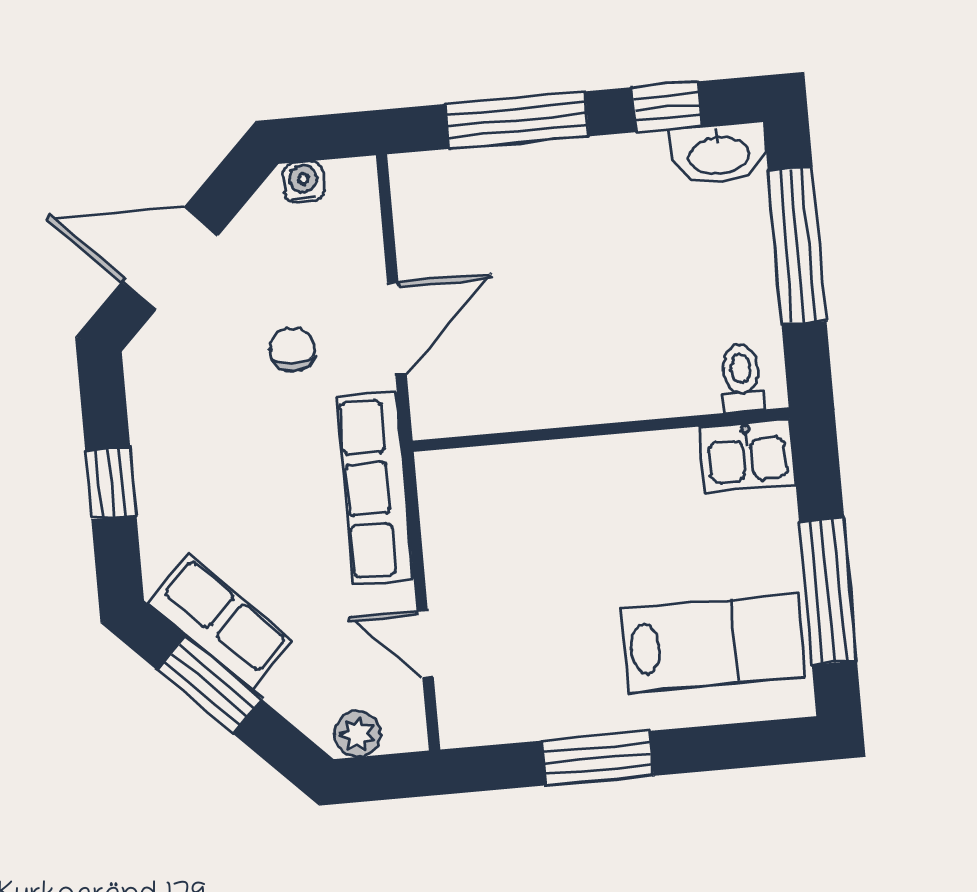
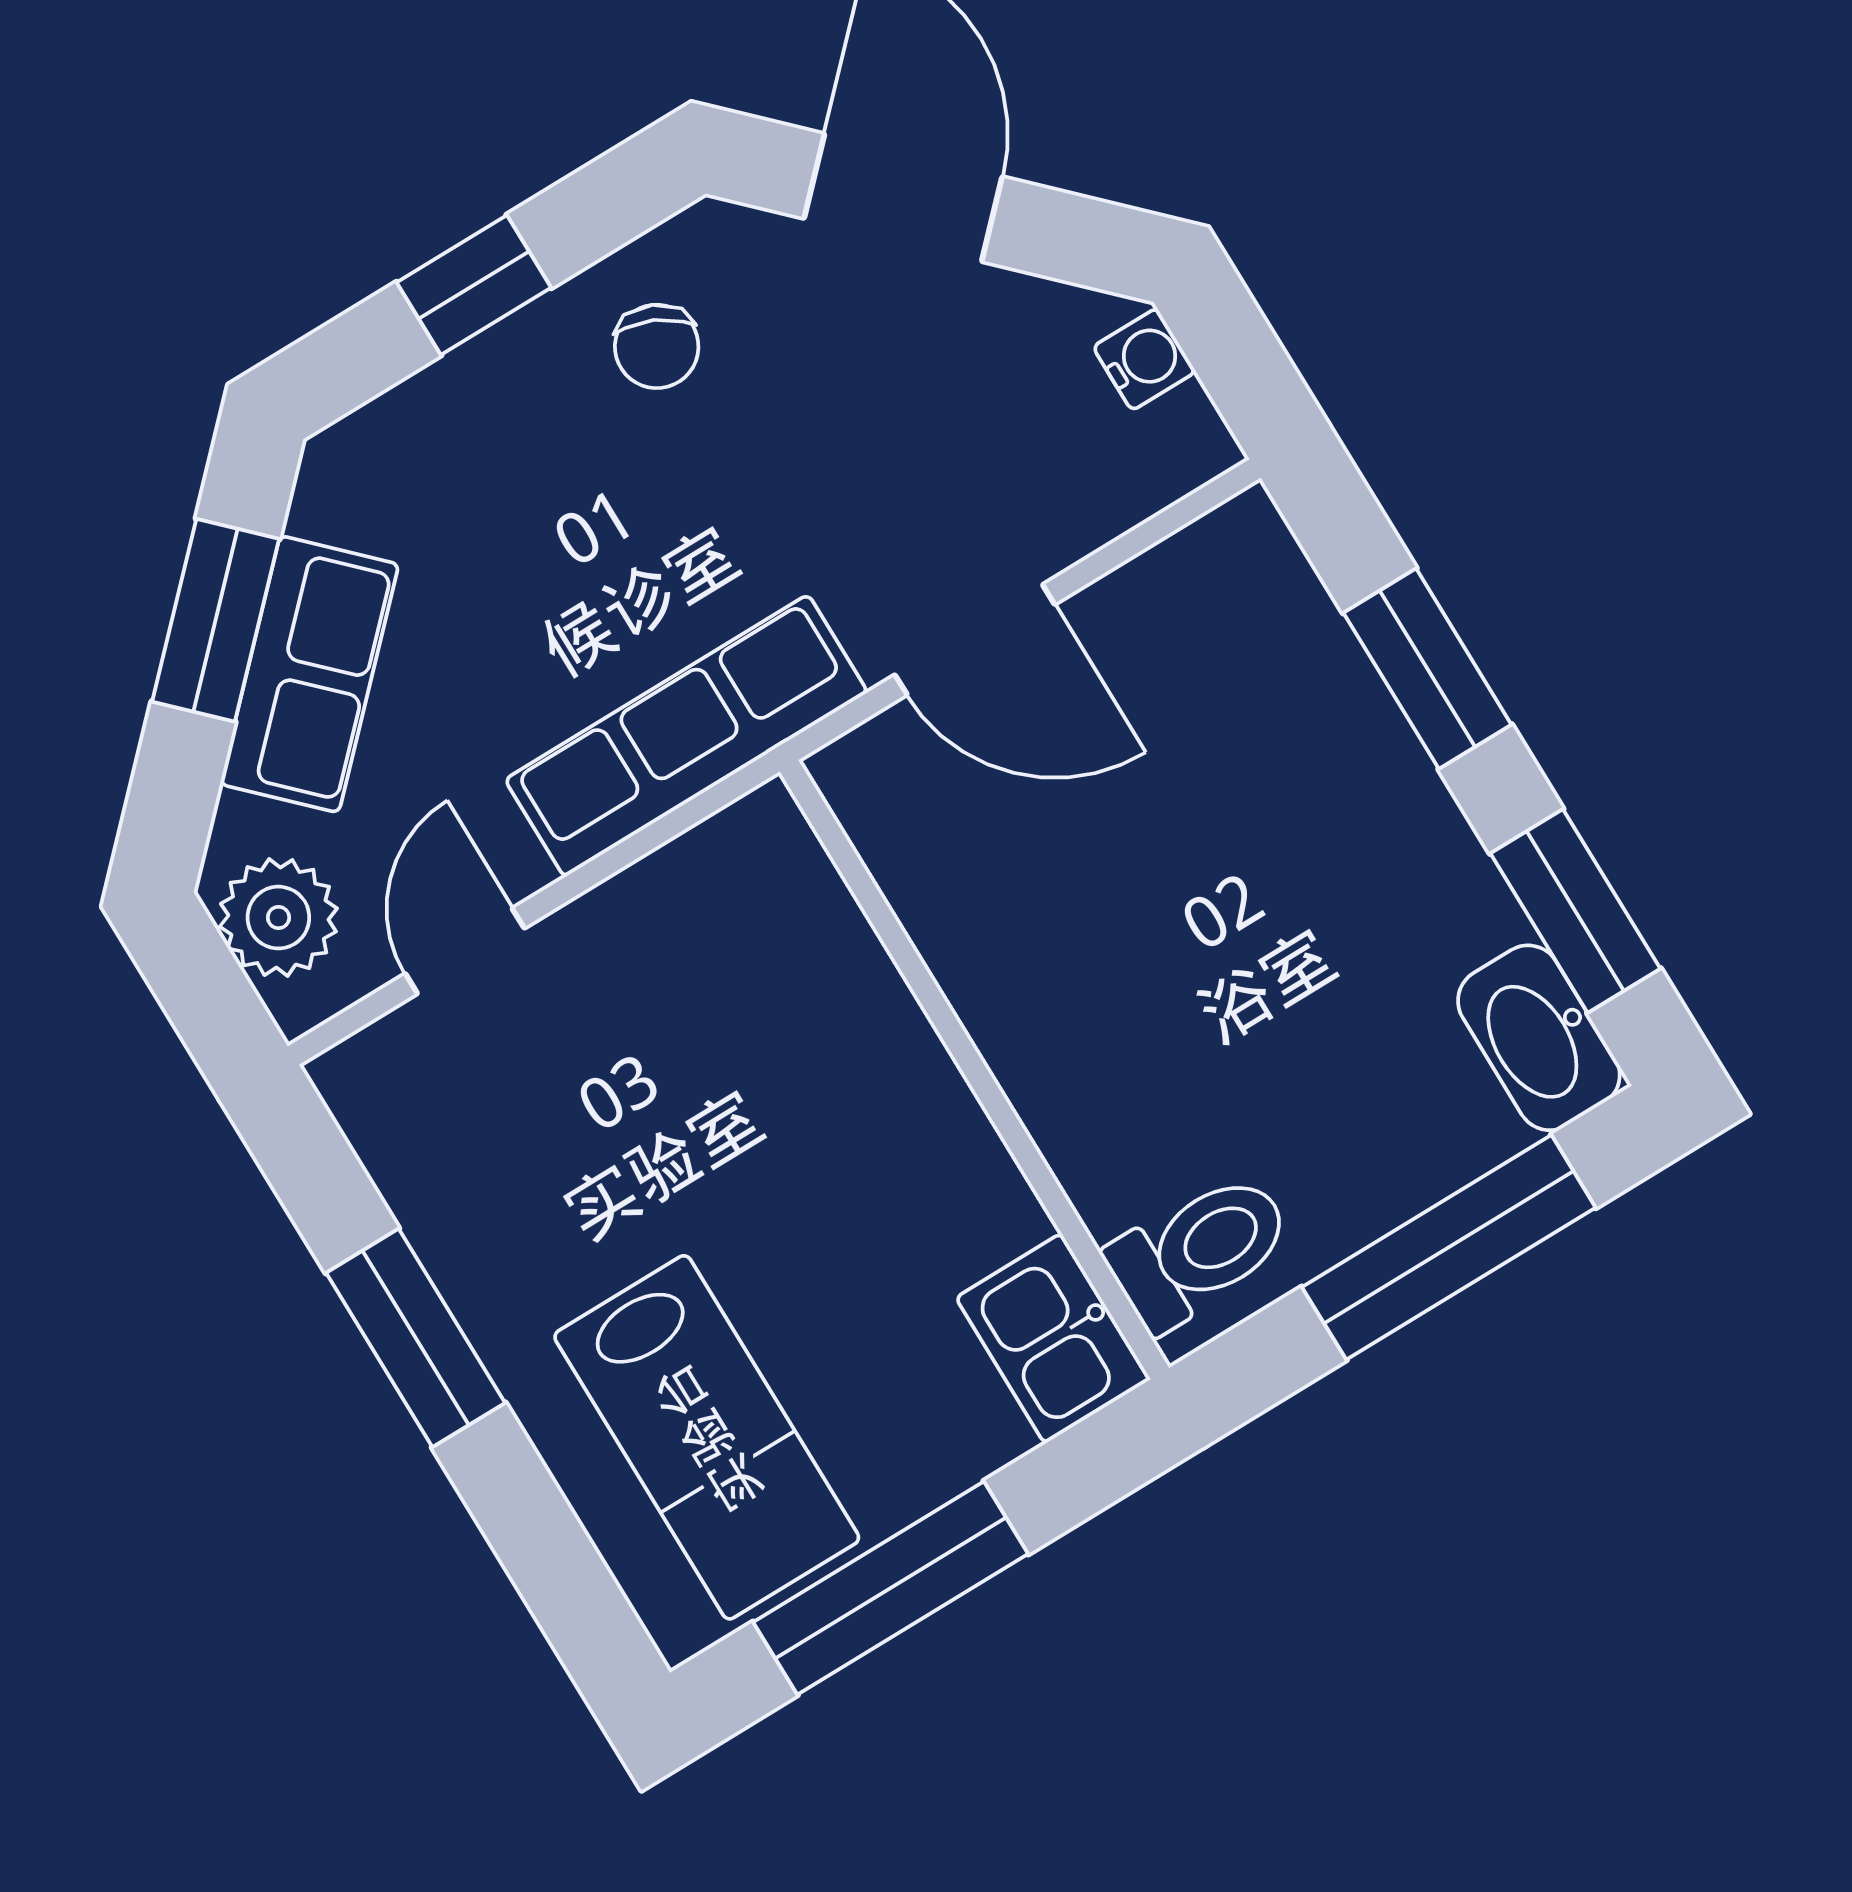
window: (667, 107) -> (1575, 911), width x1.50
window: (517, 120) -> (1427, 669), width x0.69
chair: (292, 349) -> (657, 346), moved, turned 115
toilet: (741, 378) -> (1200, 1251), width x1.37, depth x1.39
row of seats: (220, 622) -> (309, 674), moved
plant: (358, 734) -> (278, 918), width x1.38, depth x1.38

